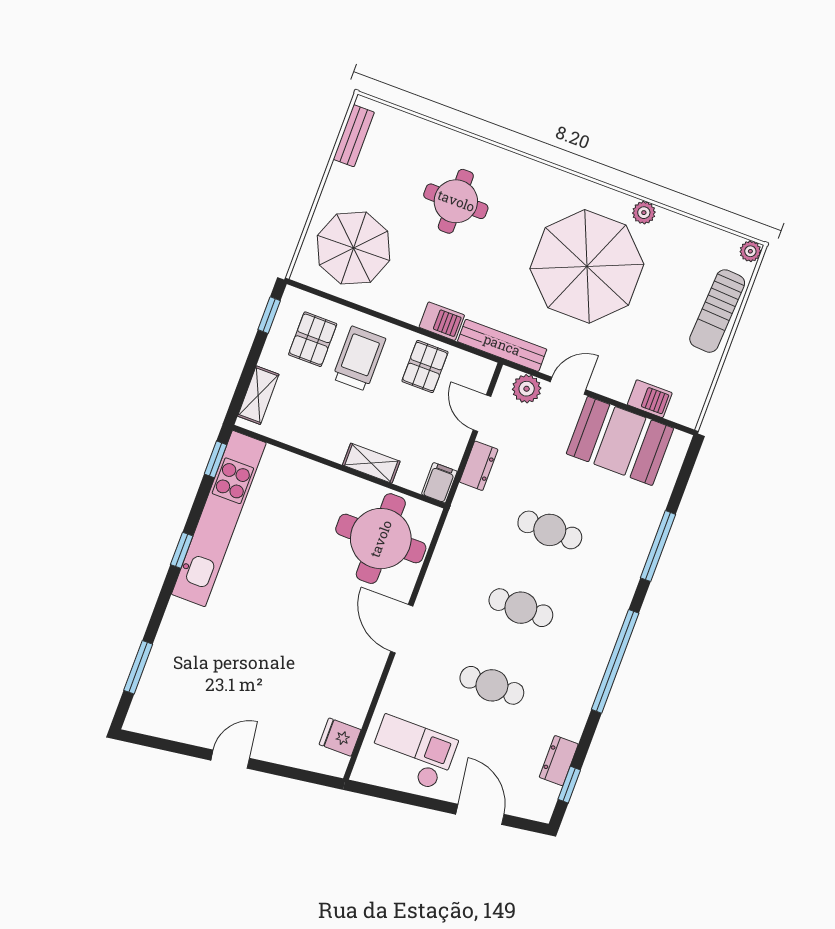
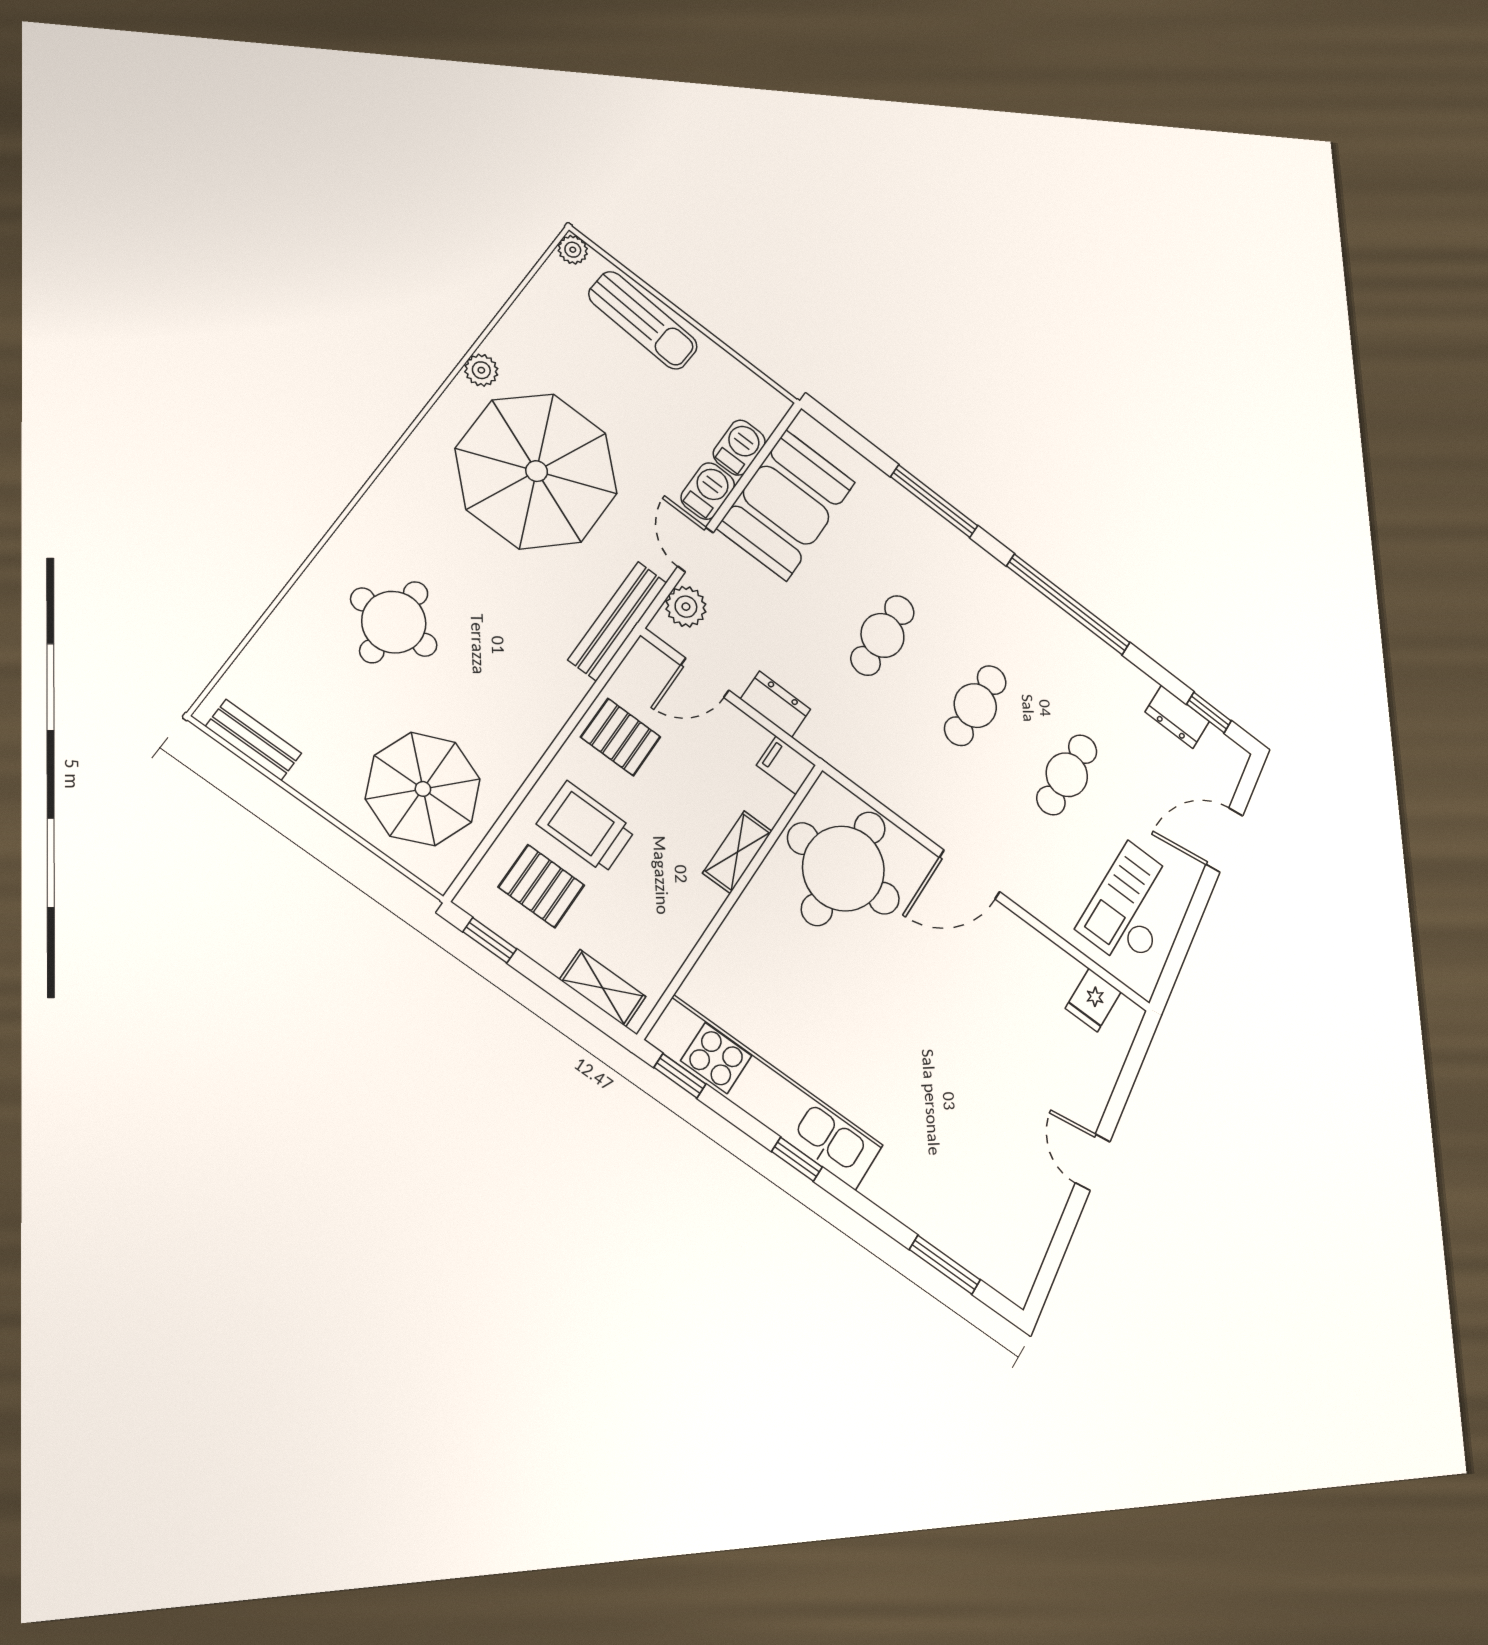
barbecue: (442, 321) -> (708, 491), moved

